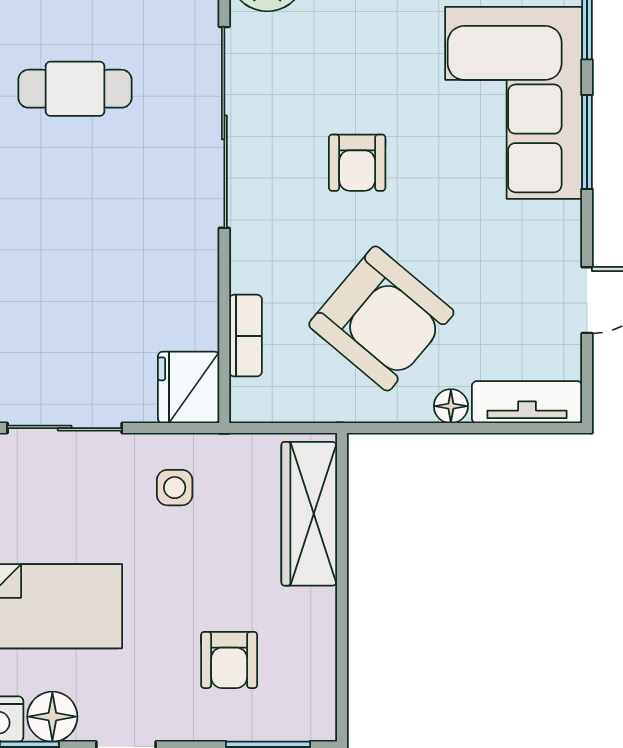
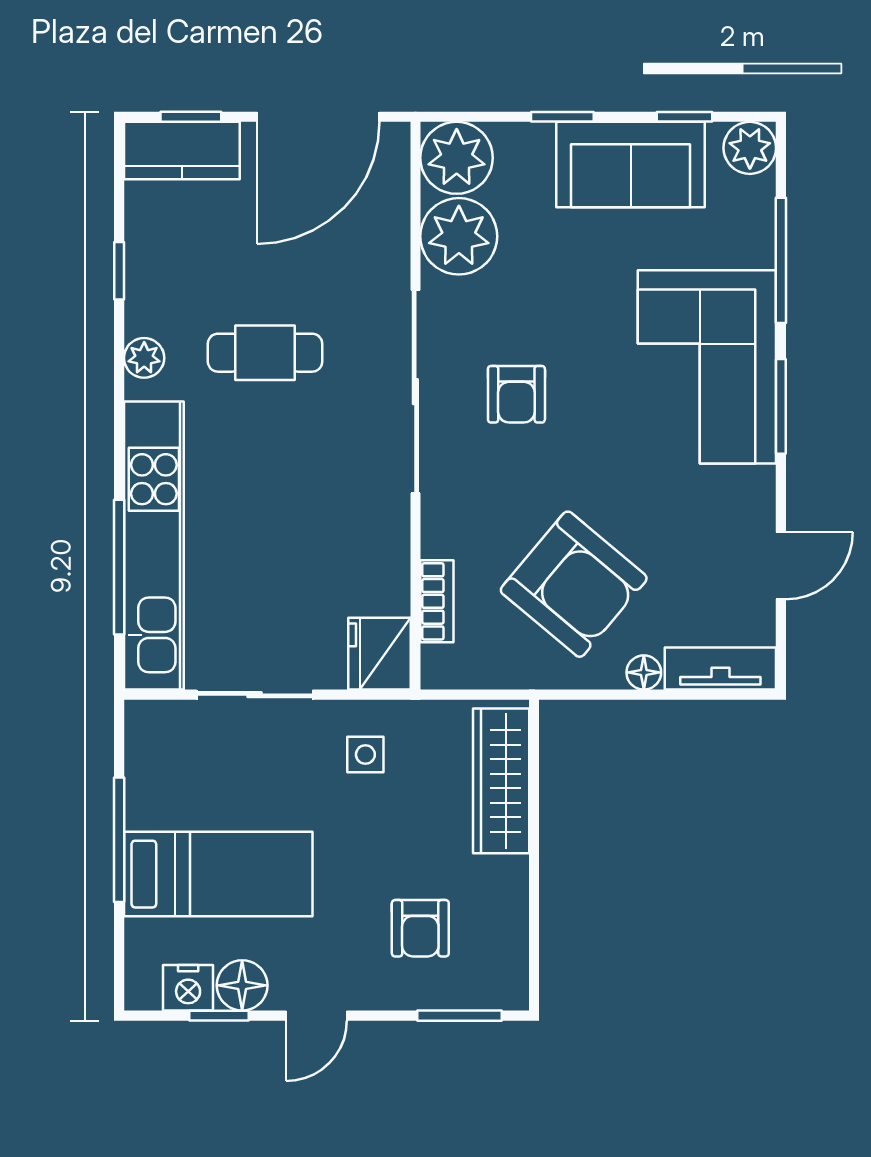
armchair: (357, 163) -> (516, 394), moved

